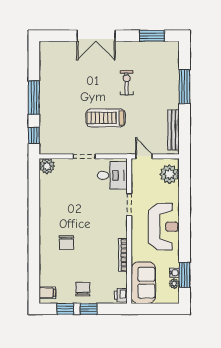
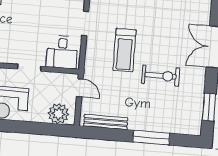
exercise bike: (127, 83) -> (161, 76), width x1.38, depth x1.39
treadmill: (106, 118) -> (125, 50), turned 180
door: (144, 156) -> (80, 88), hinge flipped

